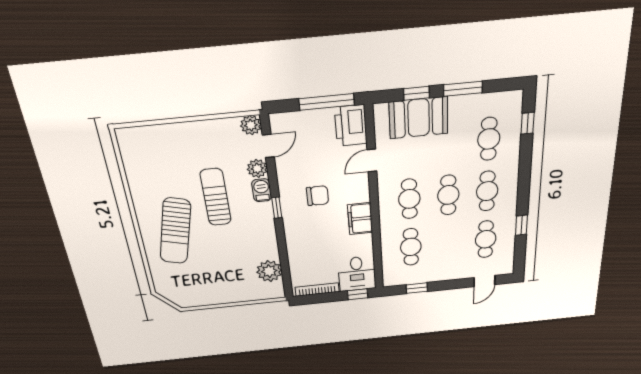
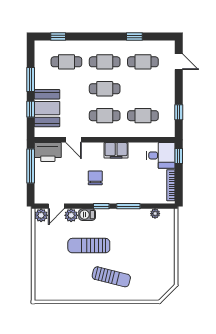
door: (268, 146) -> (56, 206), swing flipped
sun lounger: (175, 231) -> (111, 277), width x0.73, depth x0.75
window: (282, 242) -> (128, 206), added
plant: (269, 271) -> (155, 214), width x0.53, depth x0.53

